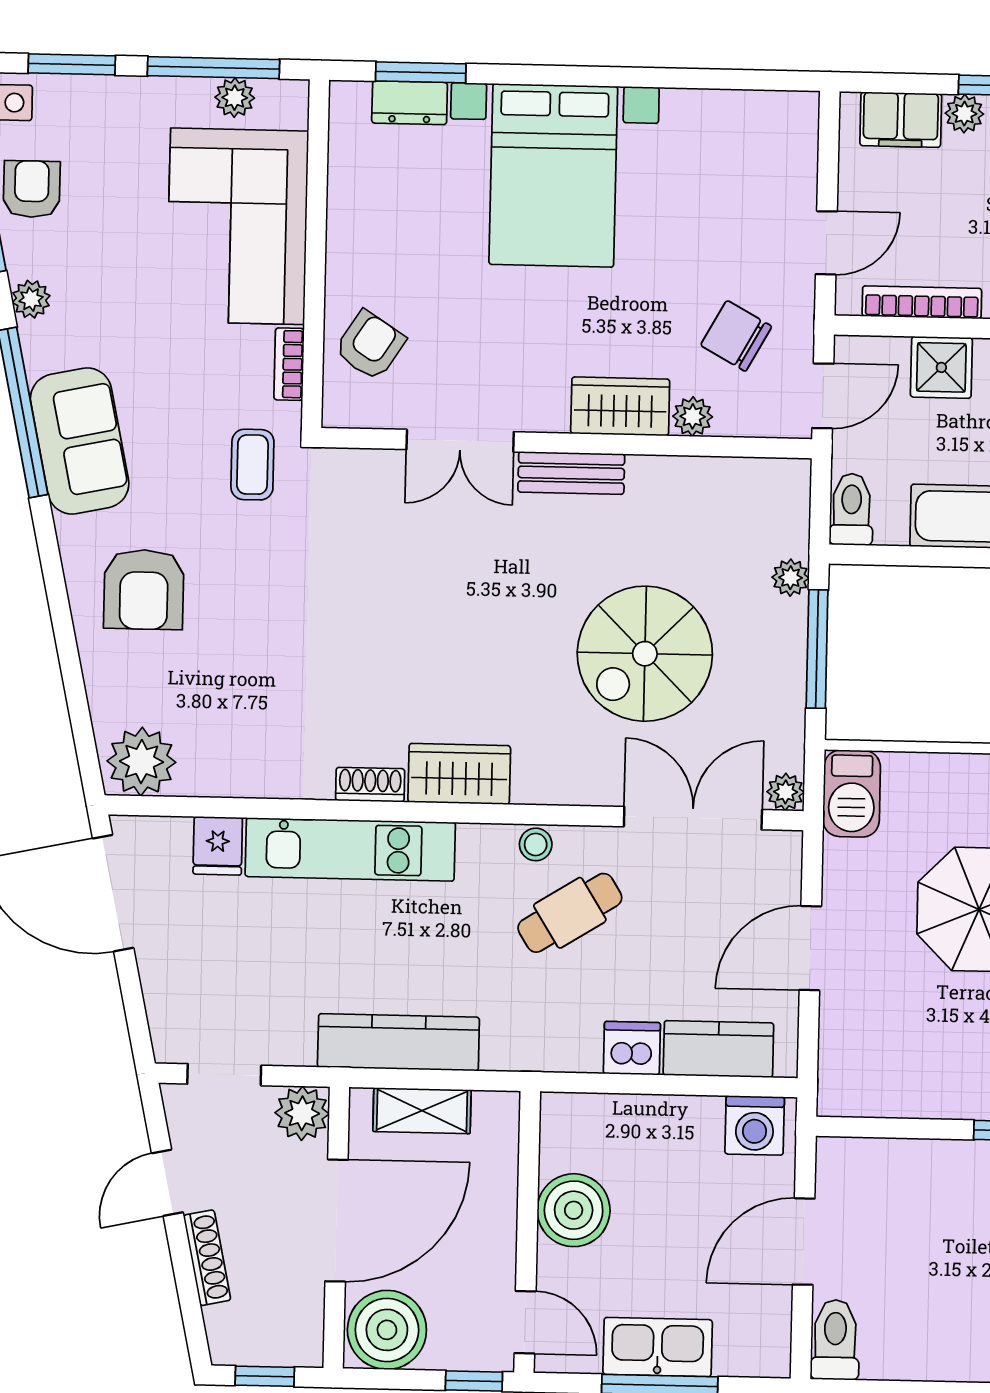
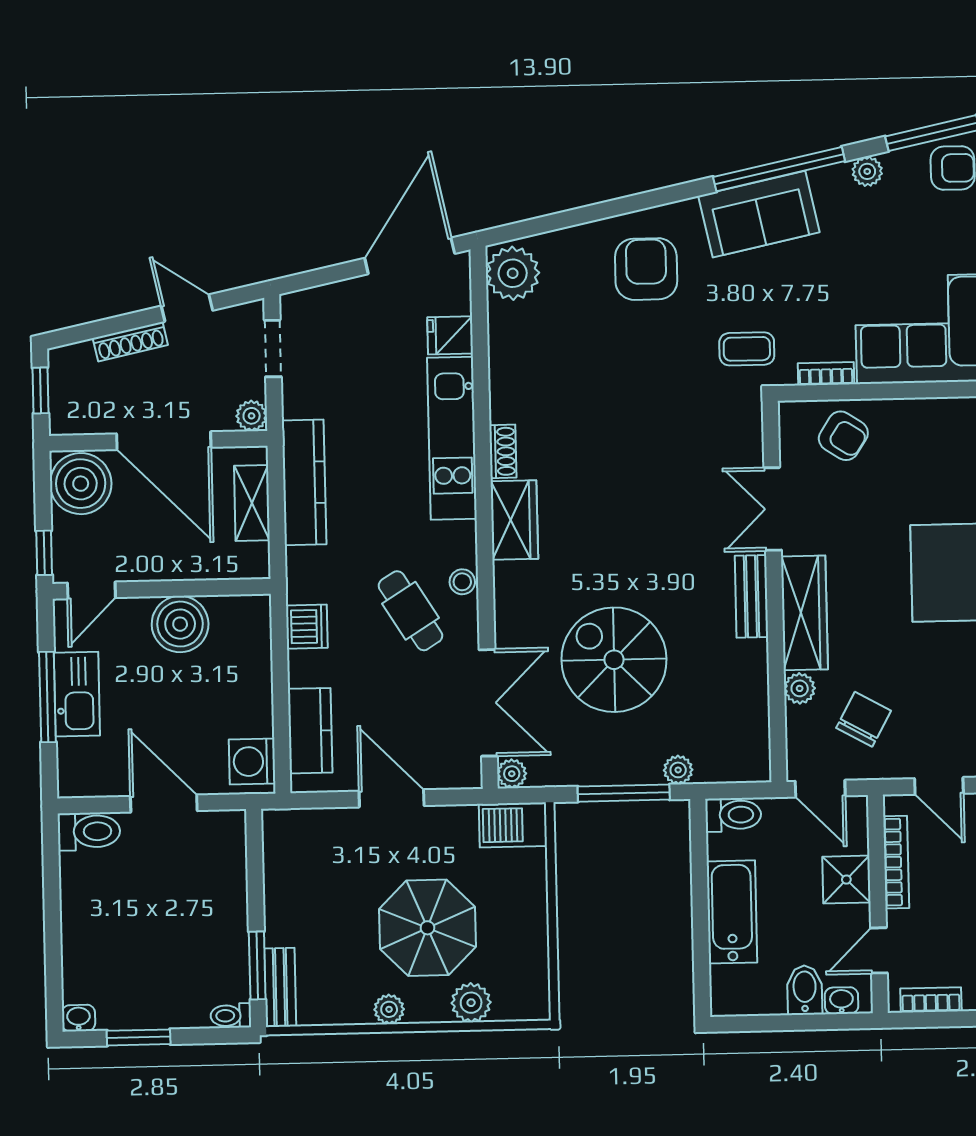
wardrobe: (620, 406) -> (804, 613), width x1.50
armchair: (144, 590) -> (646, 269), turned 90
dishwasher: (632, 1048) -> (307, 627), moved
plant: (302, 1113) -> (252, 416), width x0.73, depth x0.73

